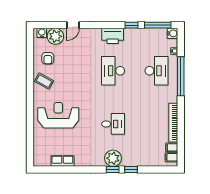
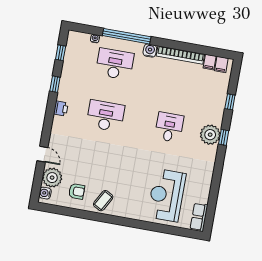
window: (158, 25) -> (61, 53), width x0.46
water cooler: (172, 33) -> (150, 51), moved
printer: (113, 36) -> (61, 108), width x0.53, depth x0.68
desk: (113, 71) -> (106, 116), turned 180
reception desk: (58, 115) -> (167, 195), moved
row of seats: (62, 161) -> (199, 217), moved
window: (131, 170) -> (230, 102), moved

